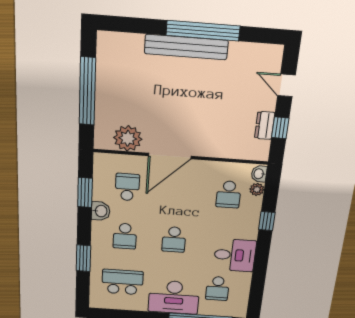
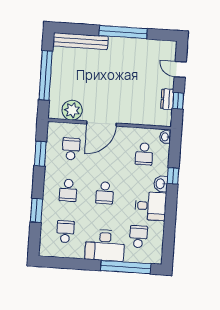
bench: (186, 47) -> (80, 41), moved
plant: (257, 189) -> (164, 150), removed
washbasin: (101, 211) -> (161, 184), moved, turned 180
school desk: (122, 282) -> (65, 232), width x0.54
school desk: (217, 288) -> (138, 237), turned 180

